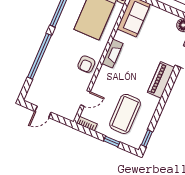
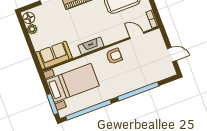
plant: (172, 19) -> (32, 29), added

